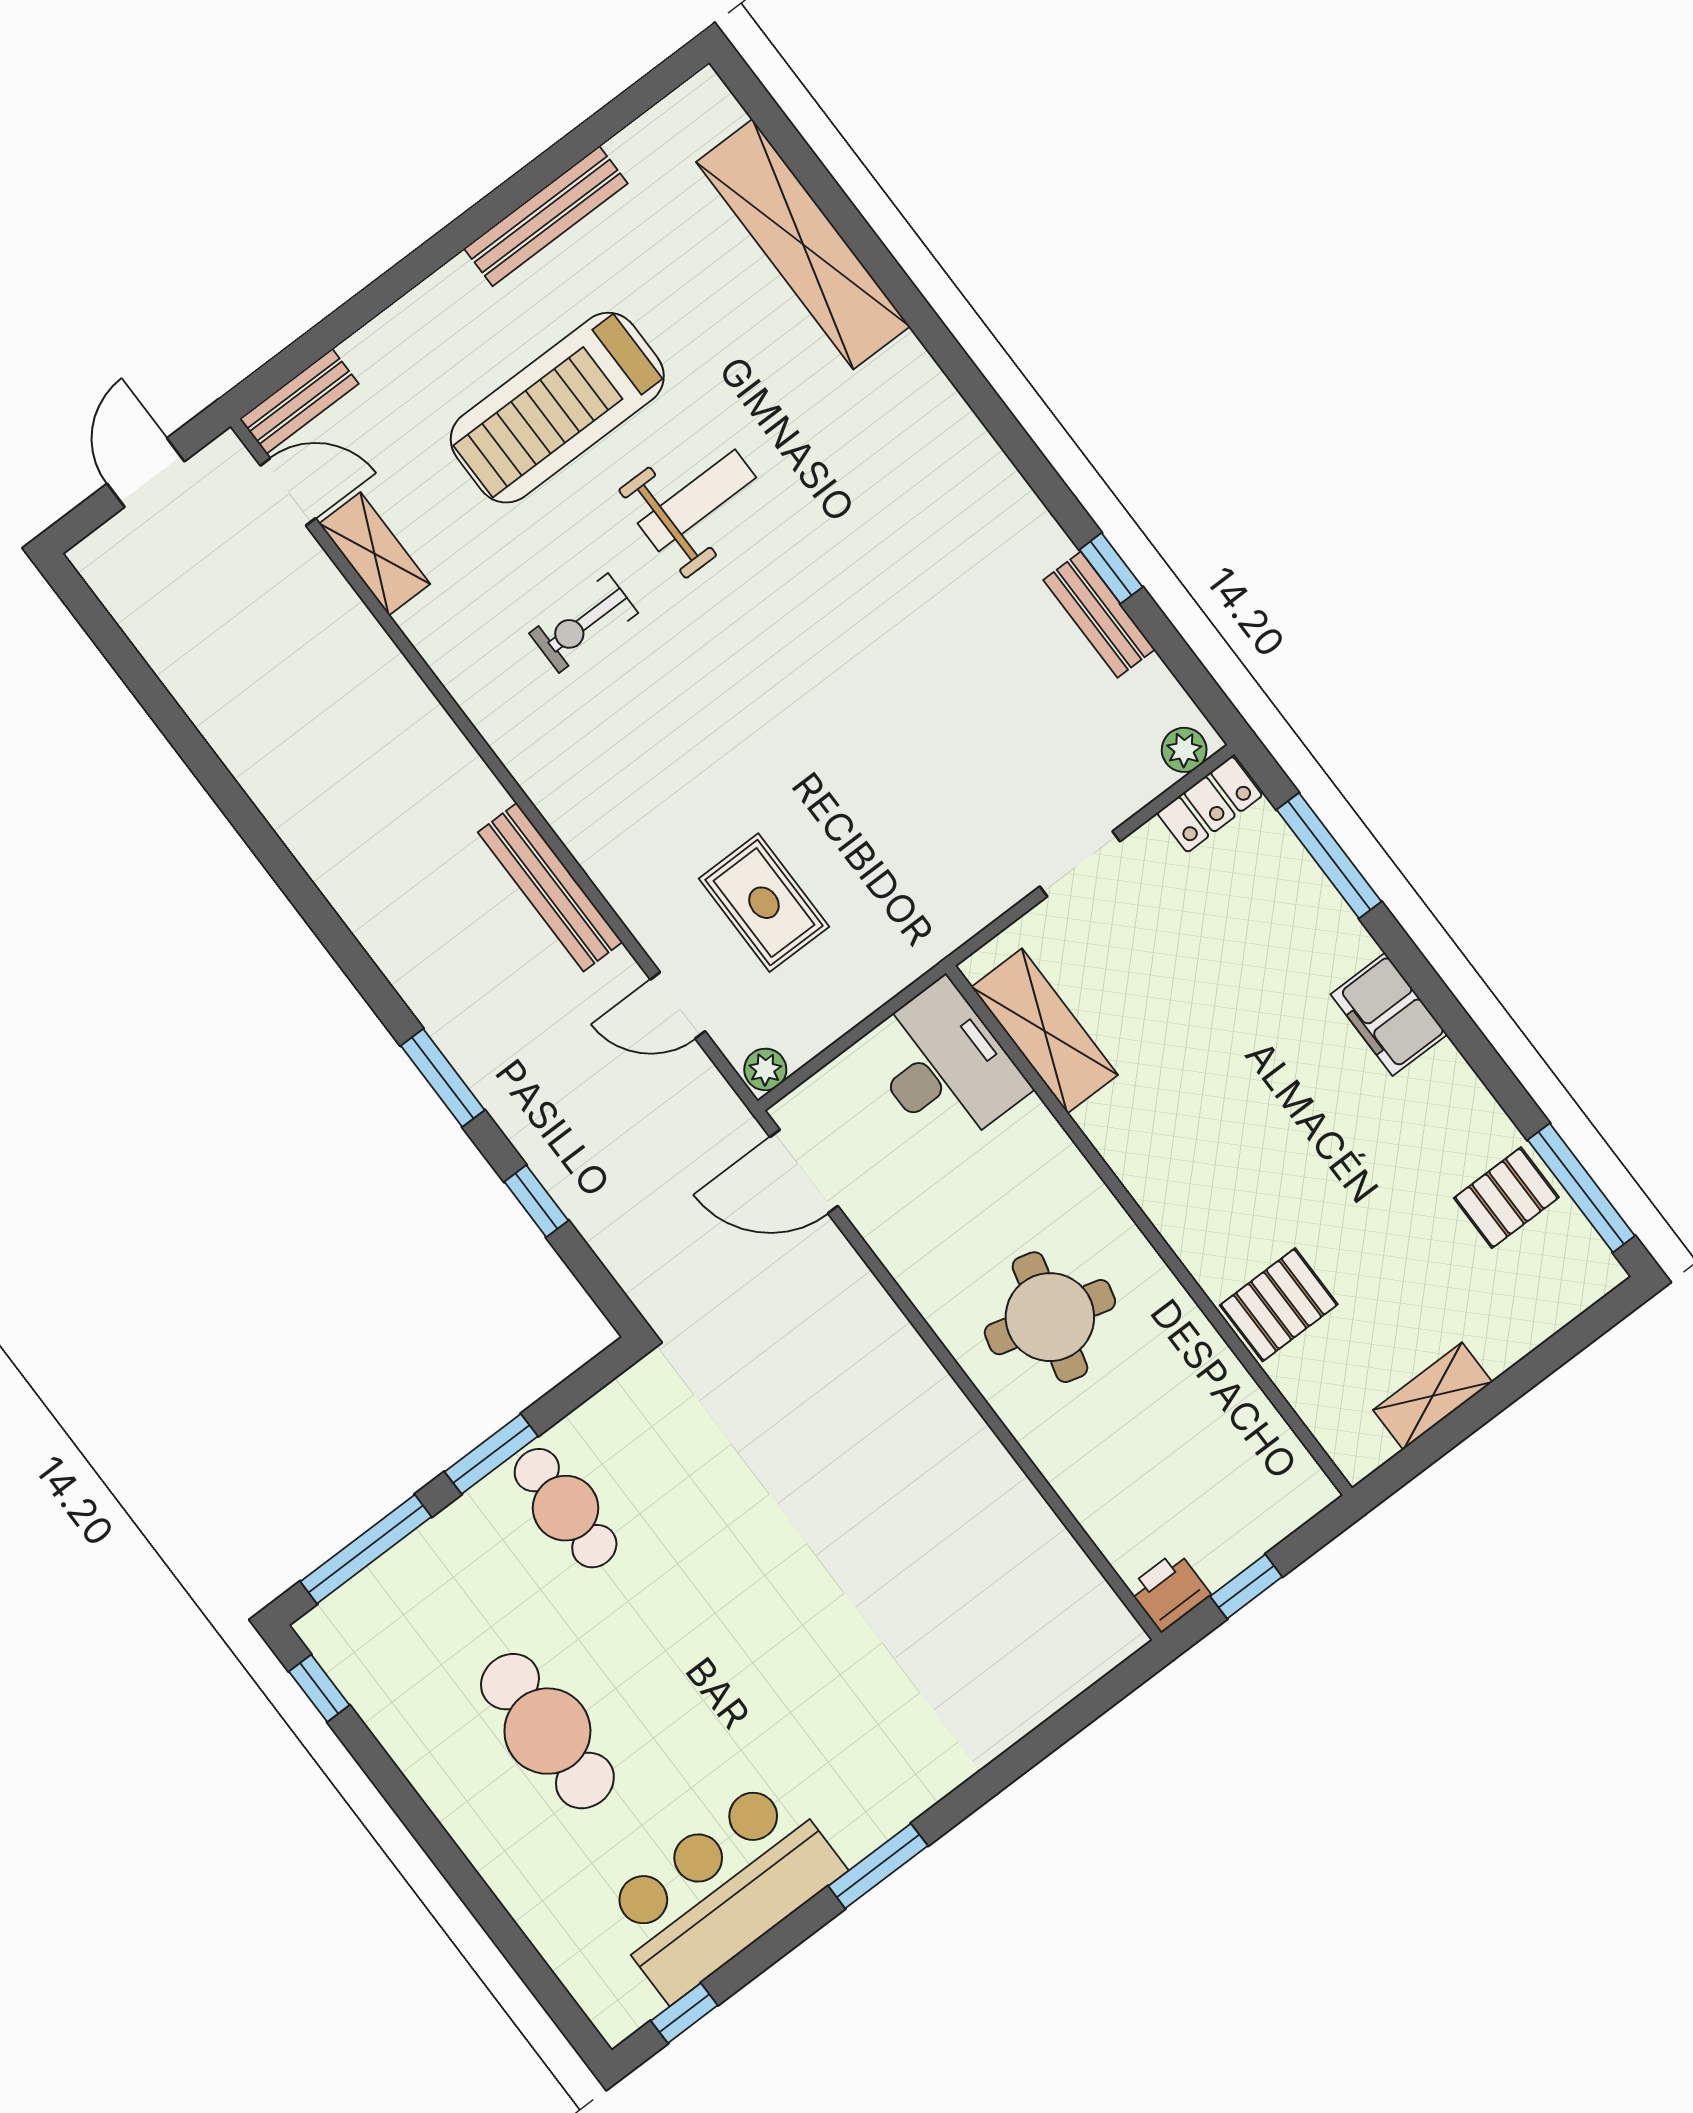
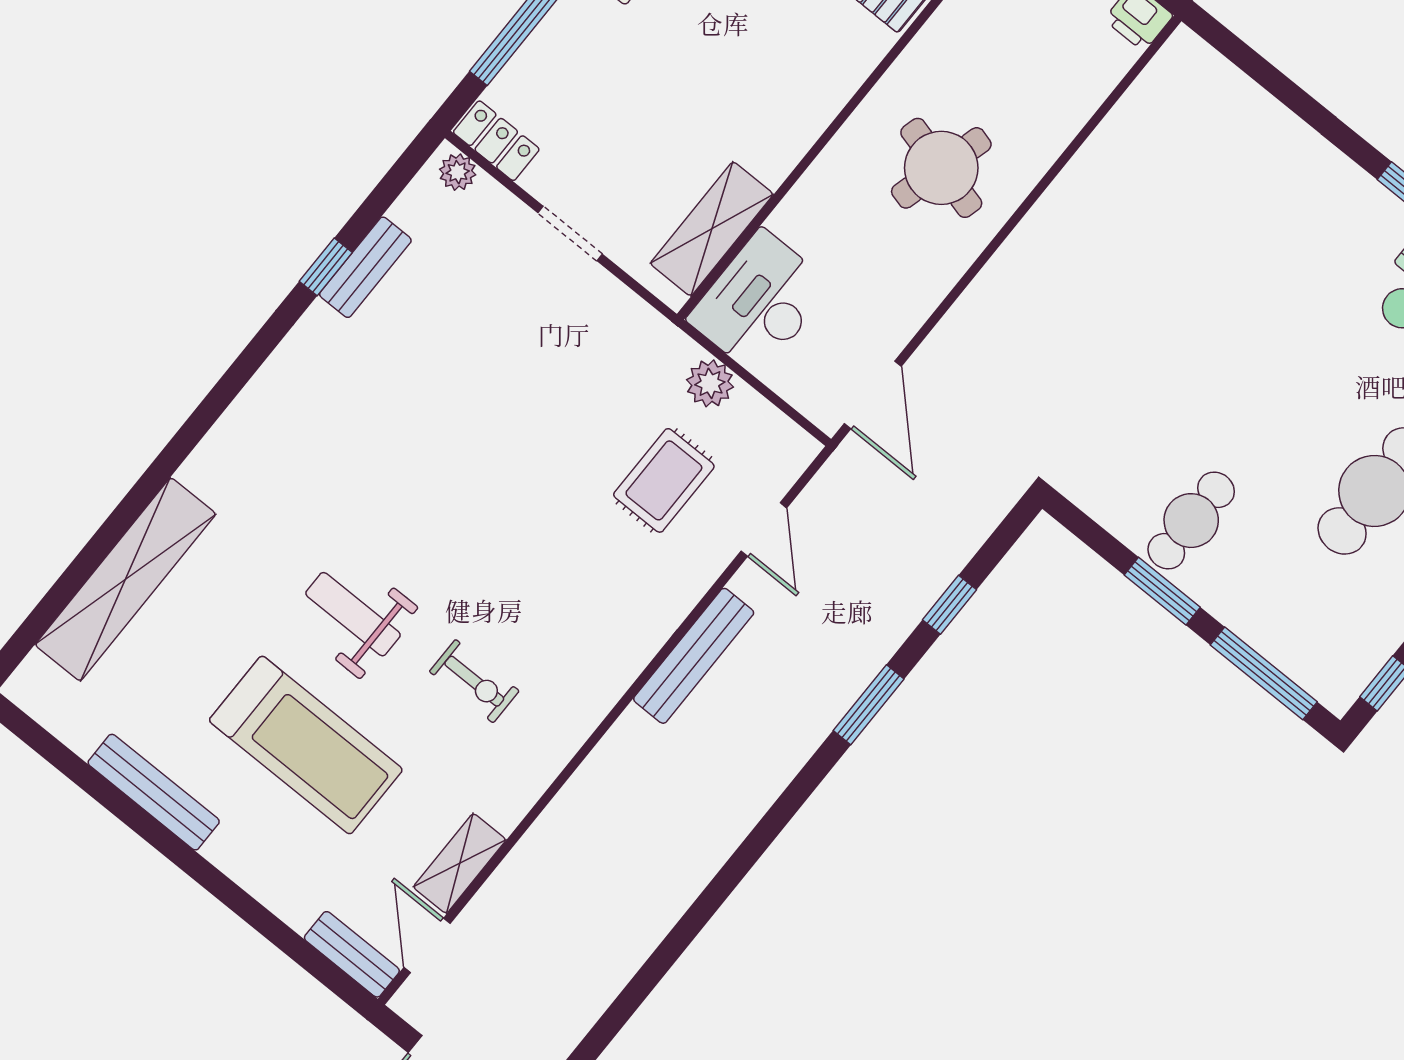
plant: (765, 1069) -> (710, 383), moved, width x1.38, depth x1.38

